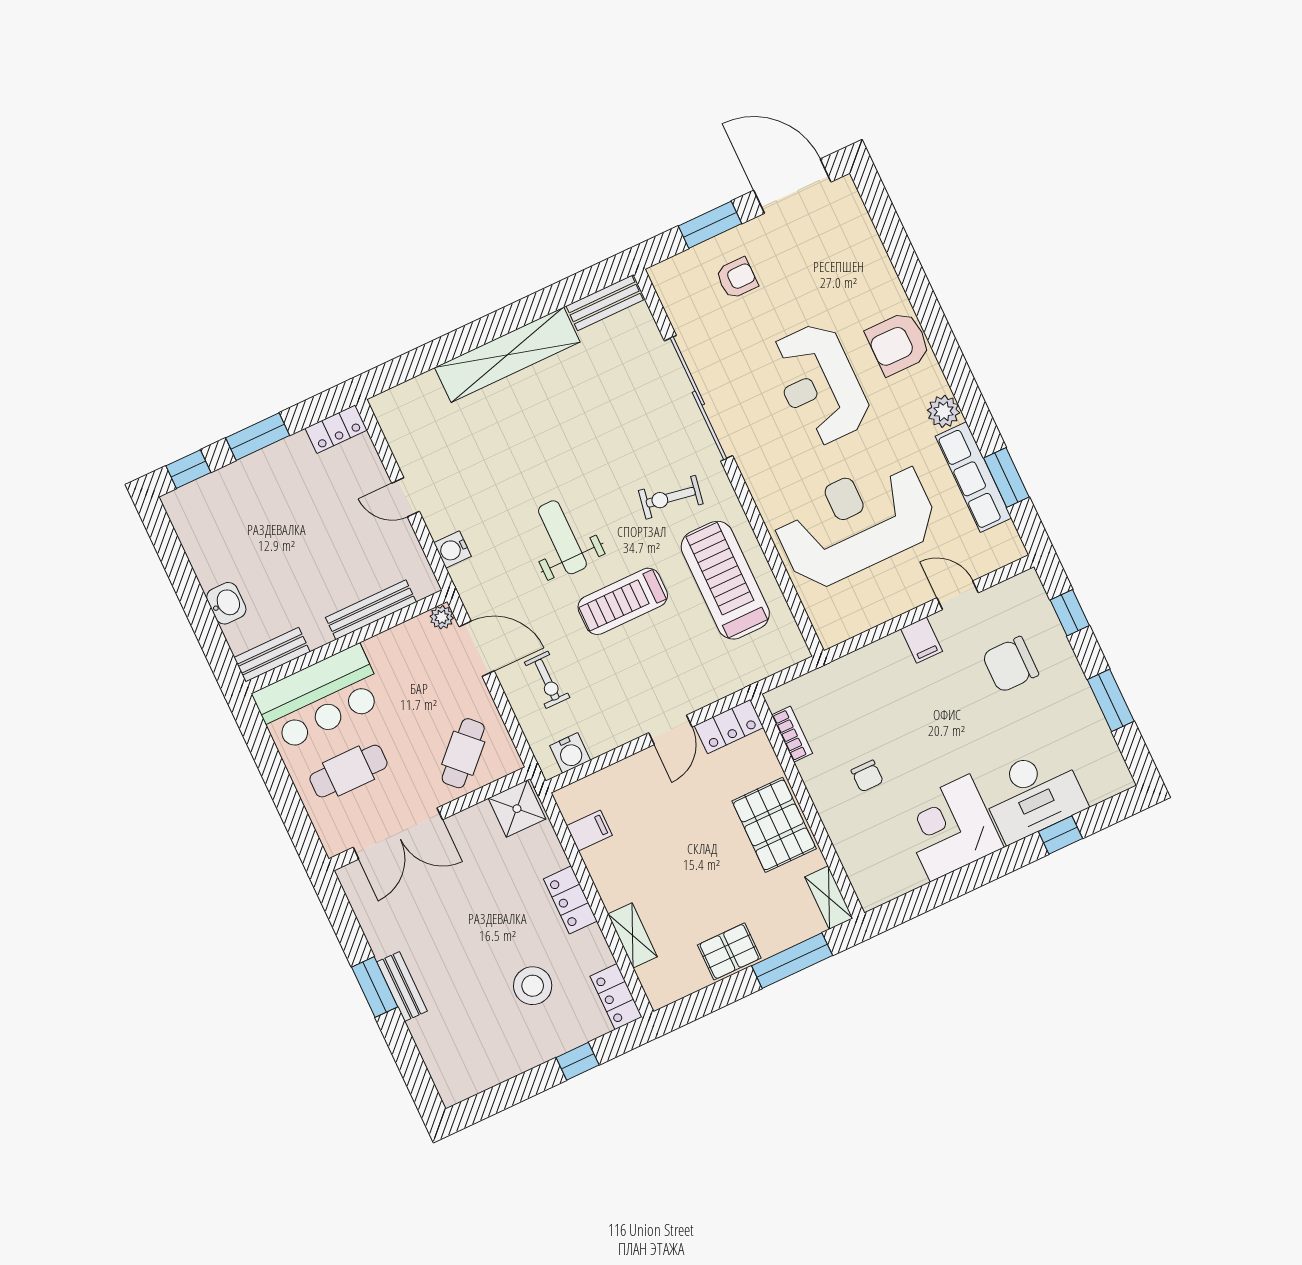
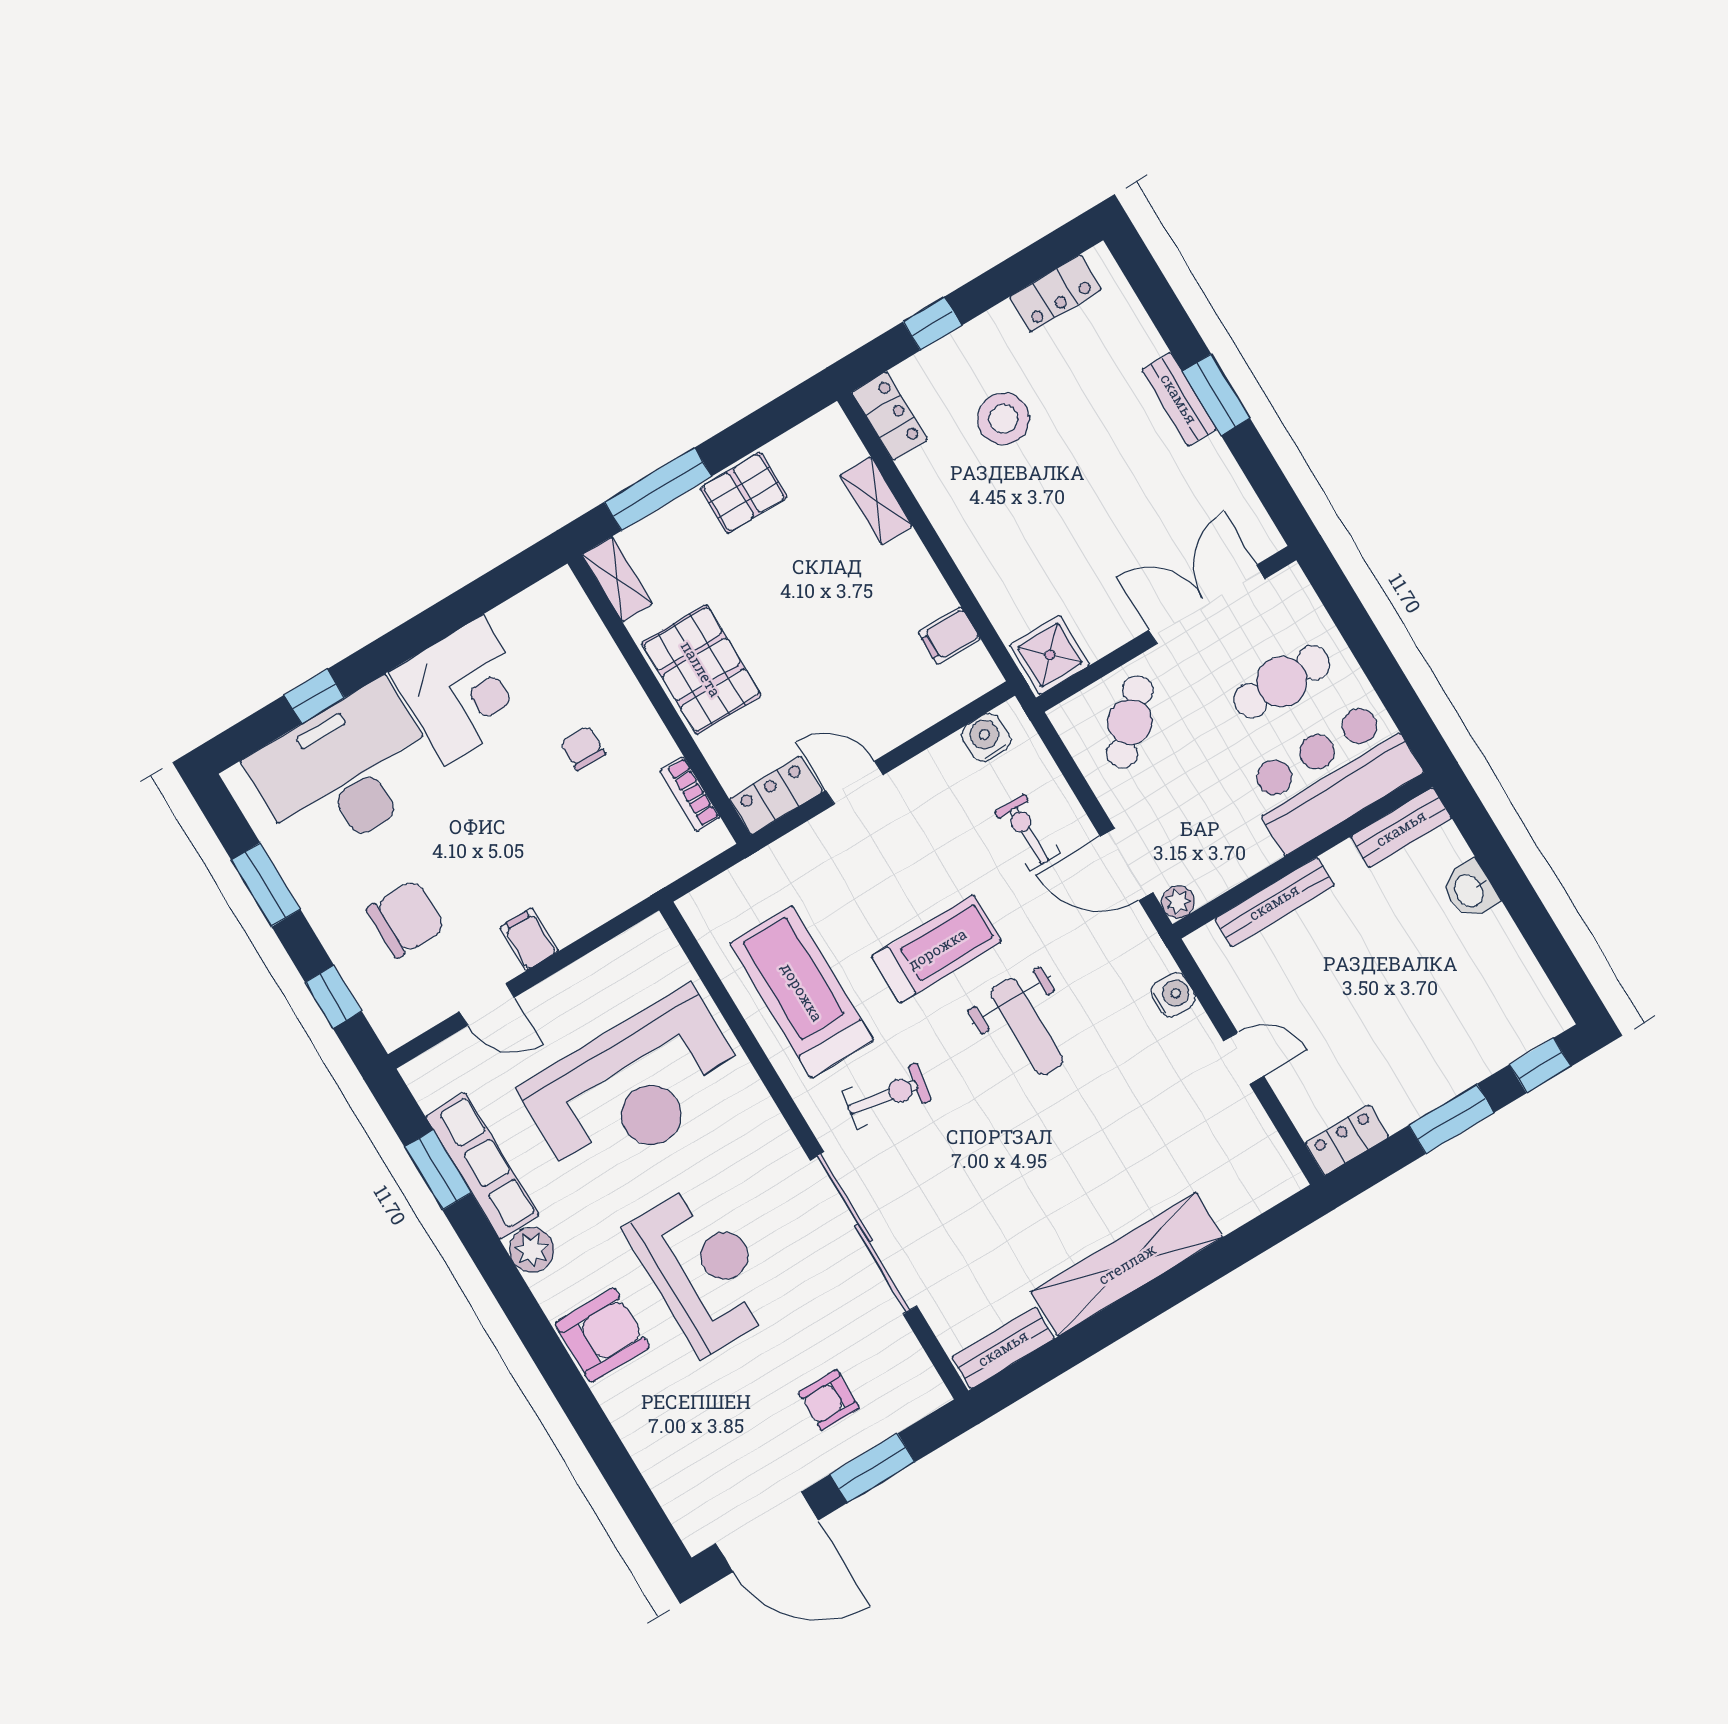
treadmill: (725, 580) -> (802, 992), turned 180
door: (670, 730) -> (854, 783), hinge flipped
desk: (1033, 794) -> (345, 771), width x1.36, depth x1.30
locker: (570, 900) -> (1056, 293), moved, turned 90

